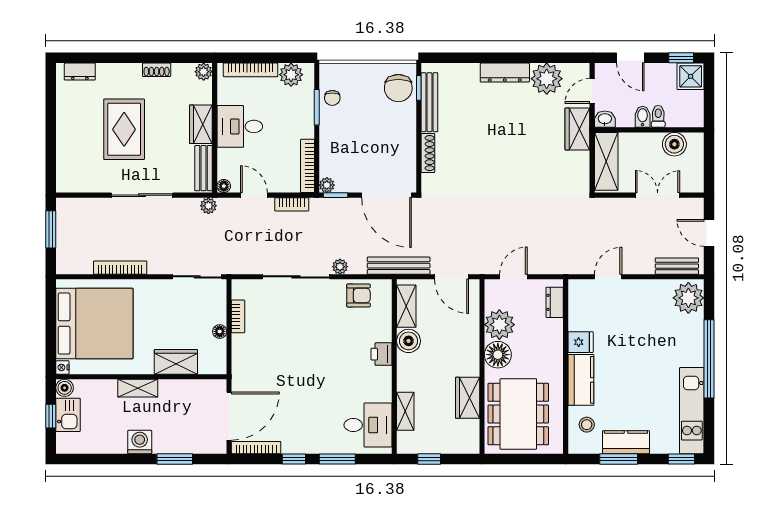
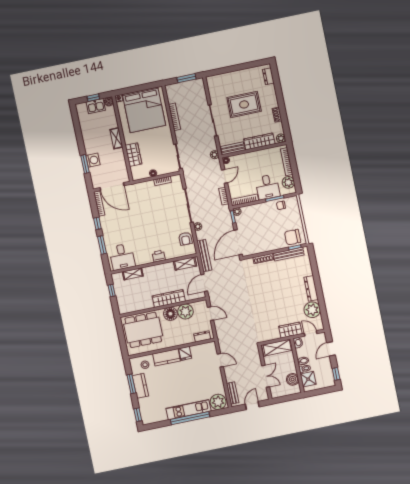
shower: (691, 76) -> (308, 379), moved
wardrobe: (201, 124) -> (259, 141), width x1.50
desk: (240, 126) -> (268, 187), moved, turned 180
boiler: (409, 341) -> (168, 268), removed
wardrobe: (468, 398) -> (169, 299), moved, width x1.50
kitchen unit: (692, 411) -> (189, 410), moved
washing machine: (140, 442) -> (93, 160), moved

